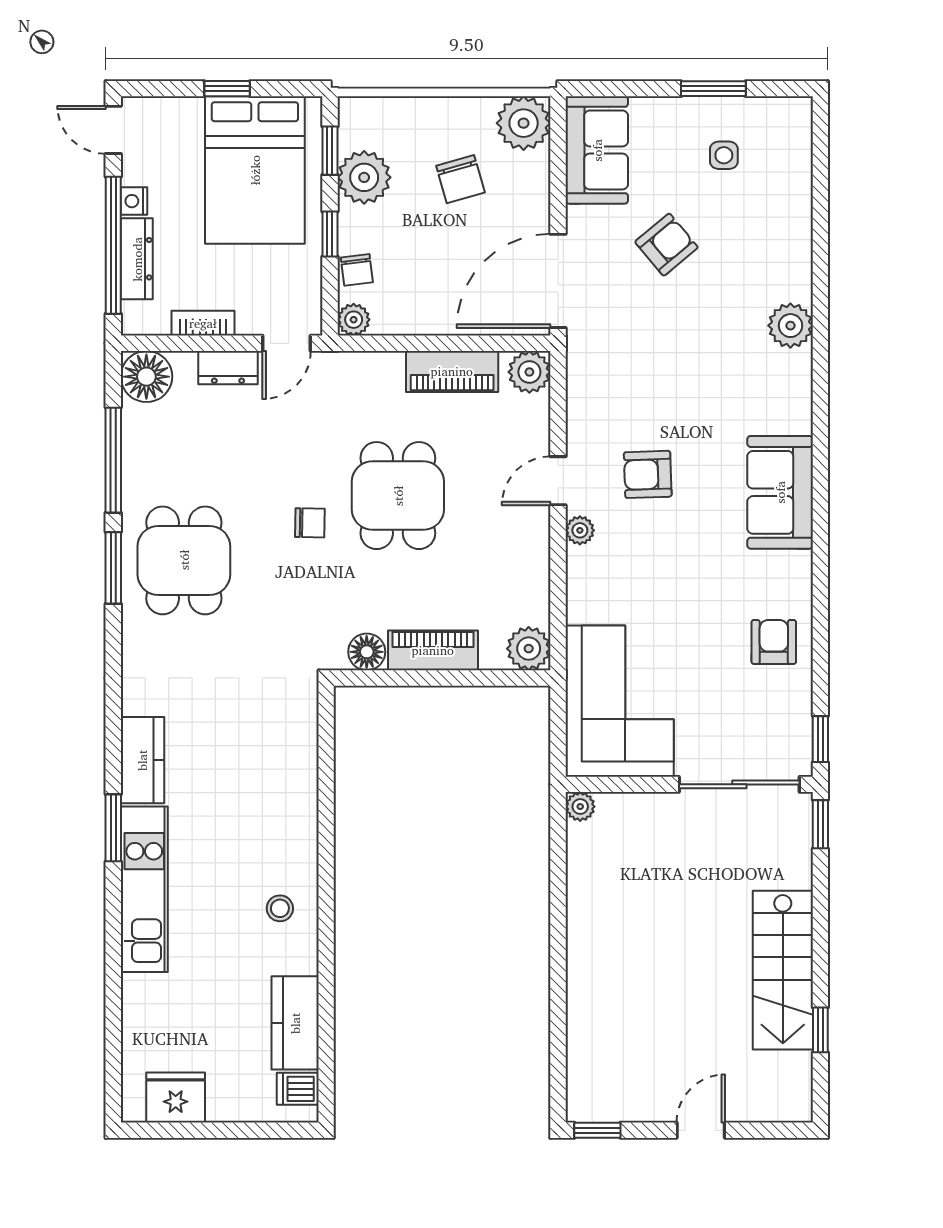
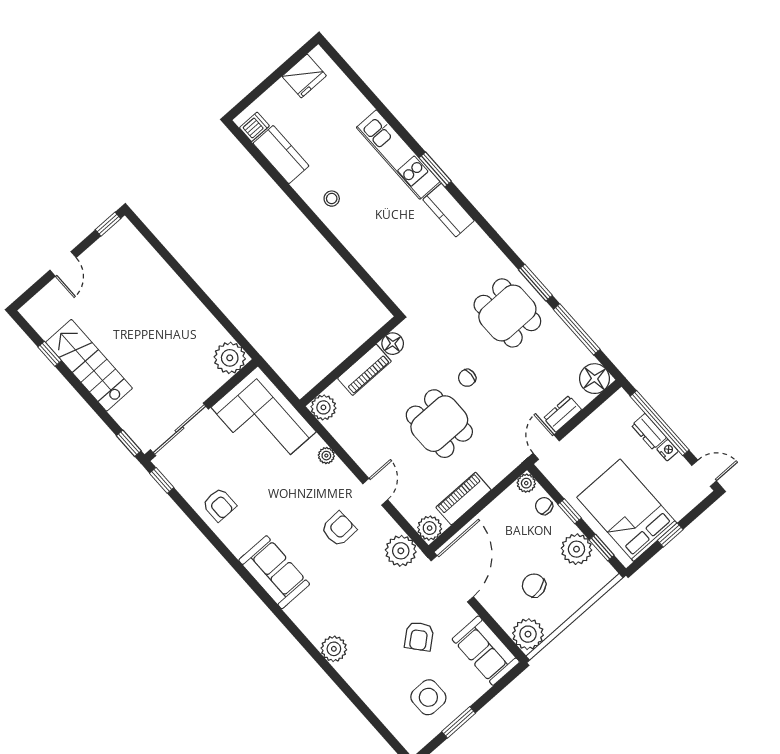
side table: (724, 155) -> (428, 697), width x1.87, depth x1.87
dresser: (137, 259) -> (649, 432), width x0.70
bookcase: (203, 323) -> (590, 424), removed
plant: (592, 375) -> (401, 551), added
plant: (580, 530) -> (326, 456), moved
plant: (580, 807) -> (230, 358), width x1.88, depth x1.88

